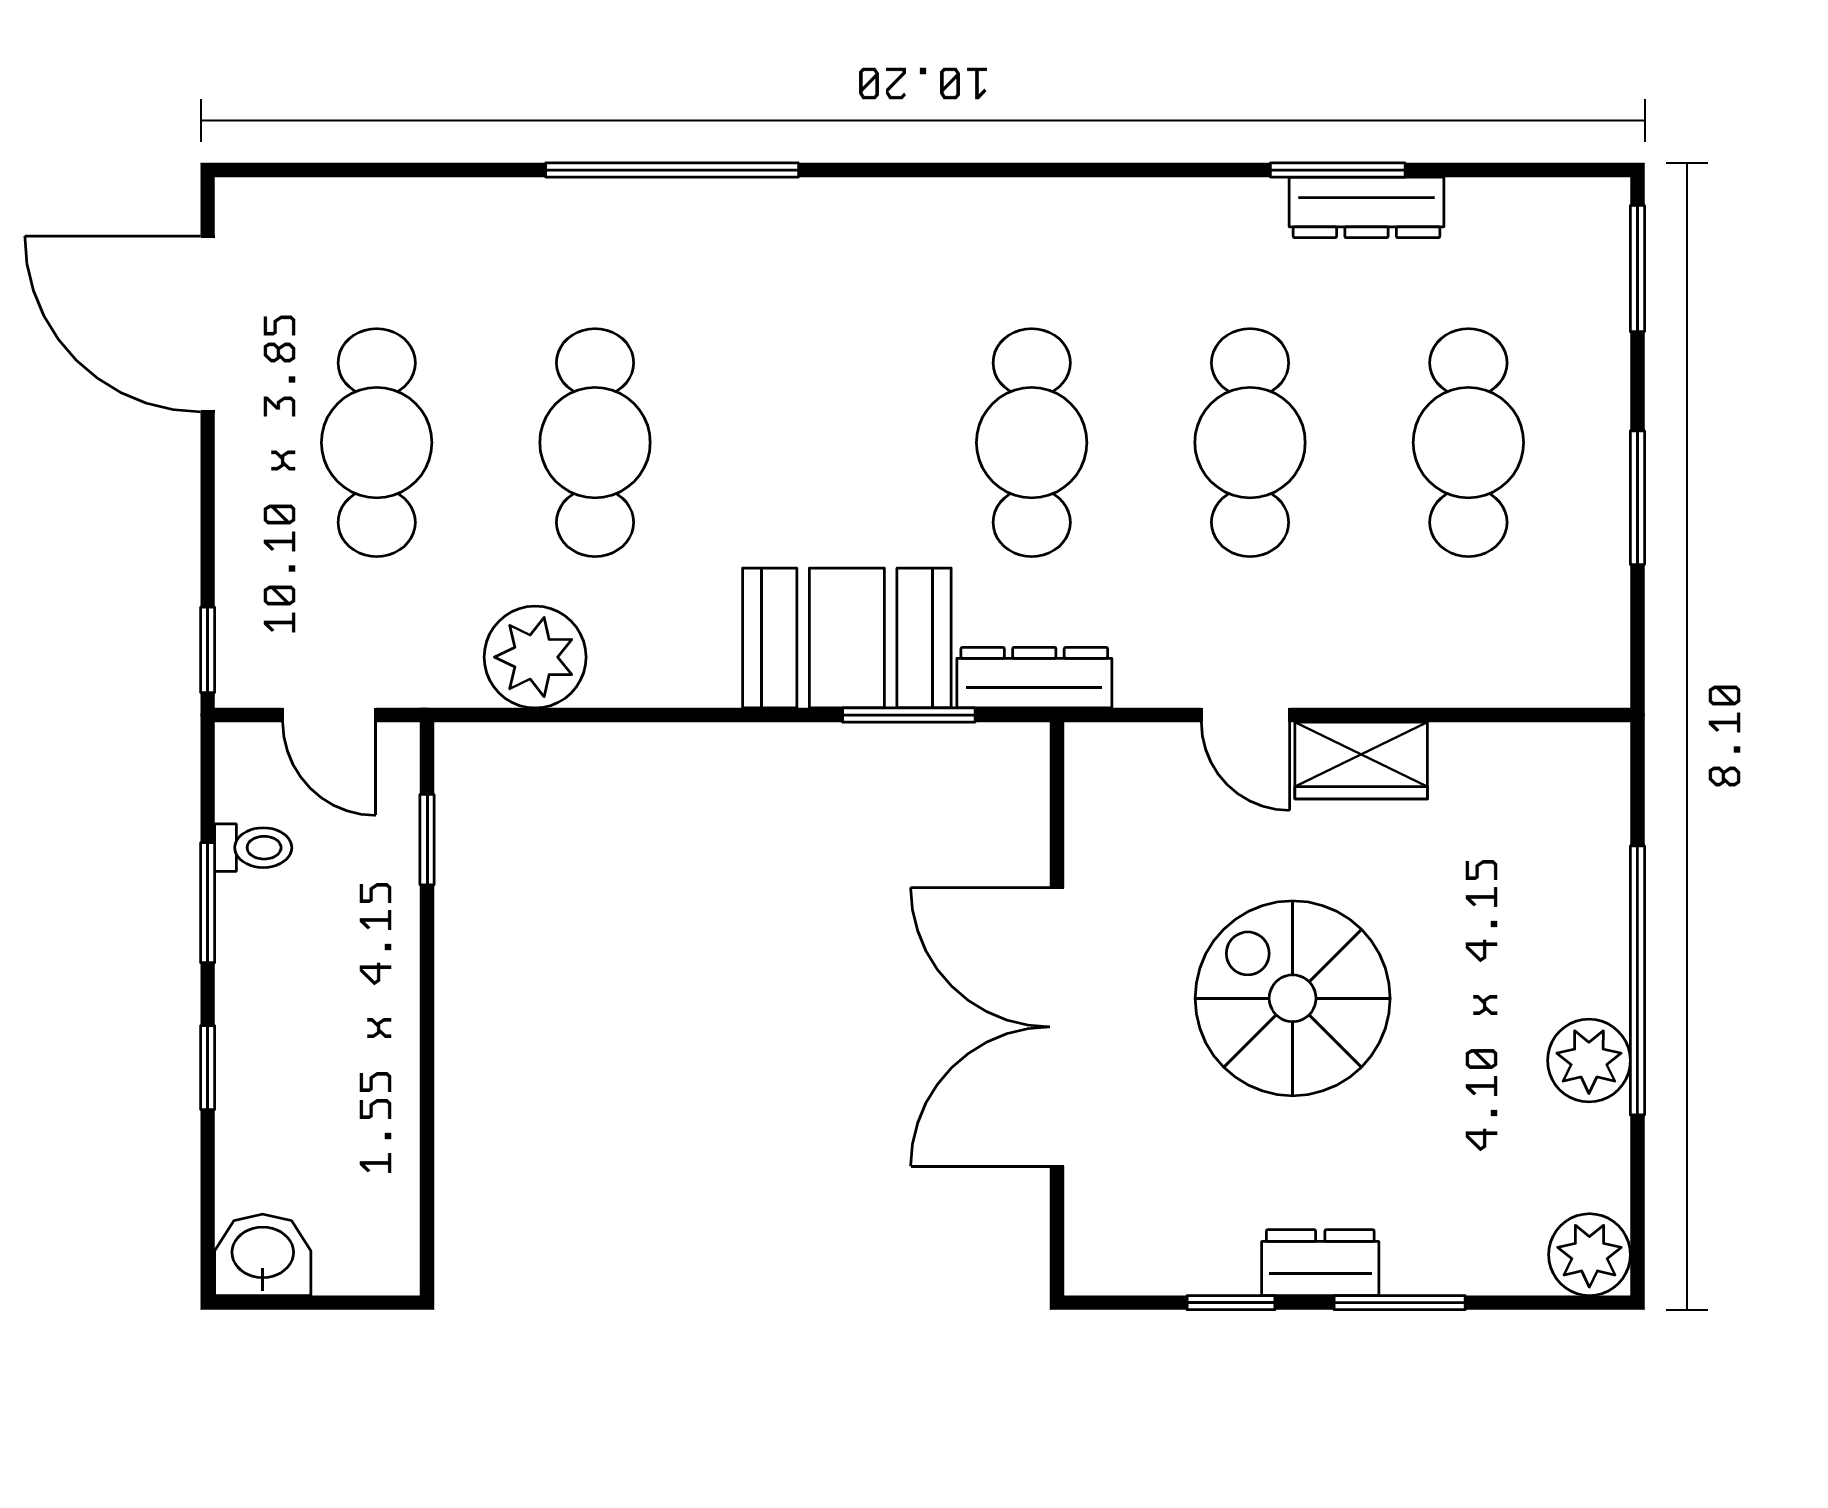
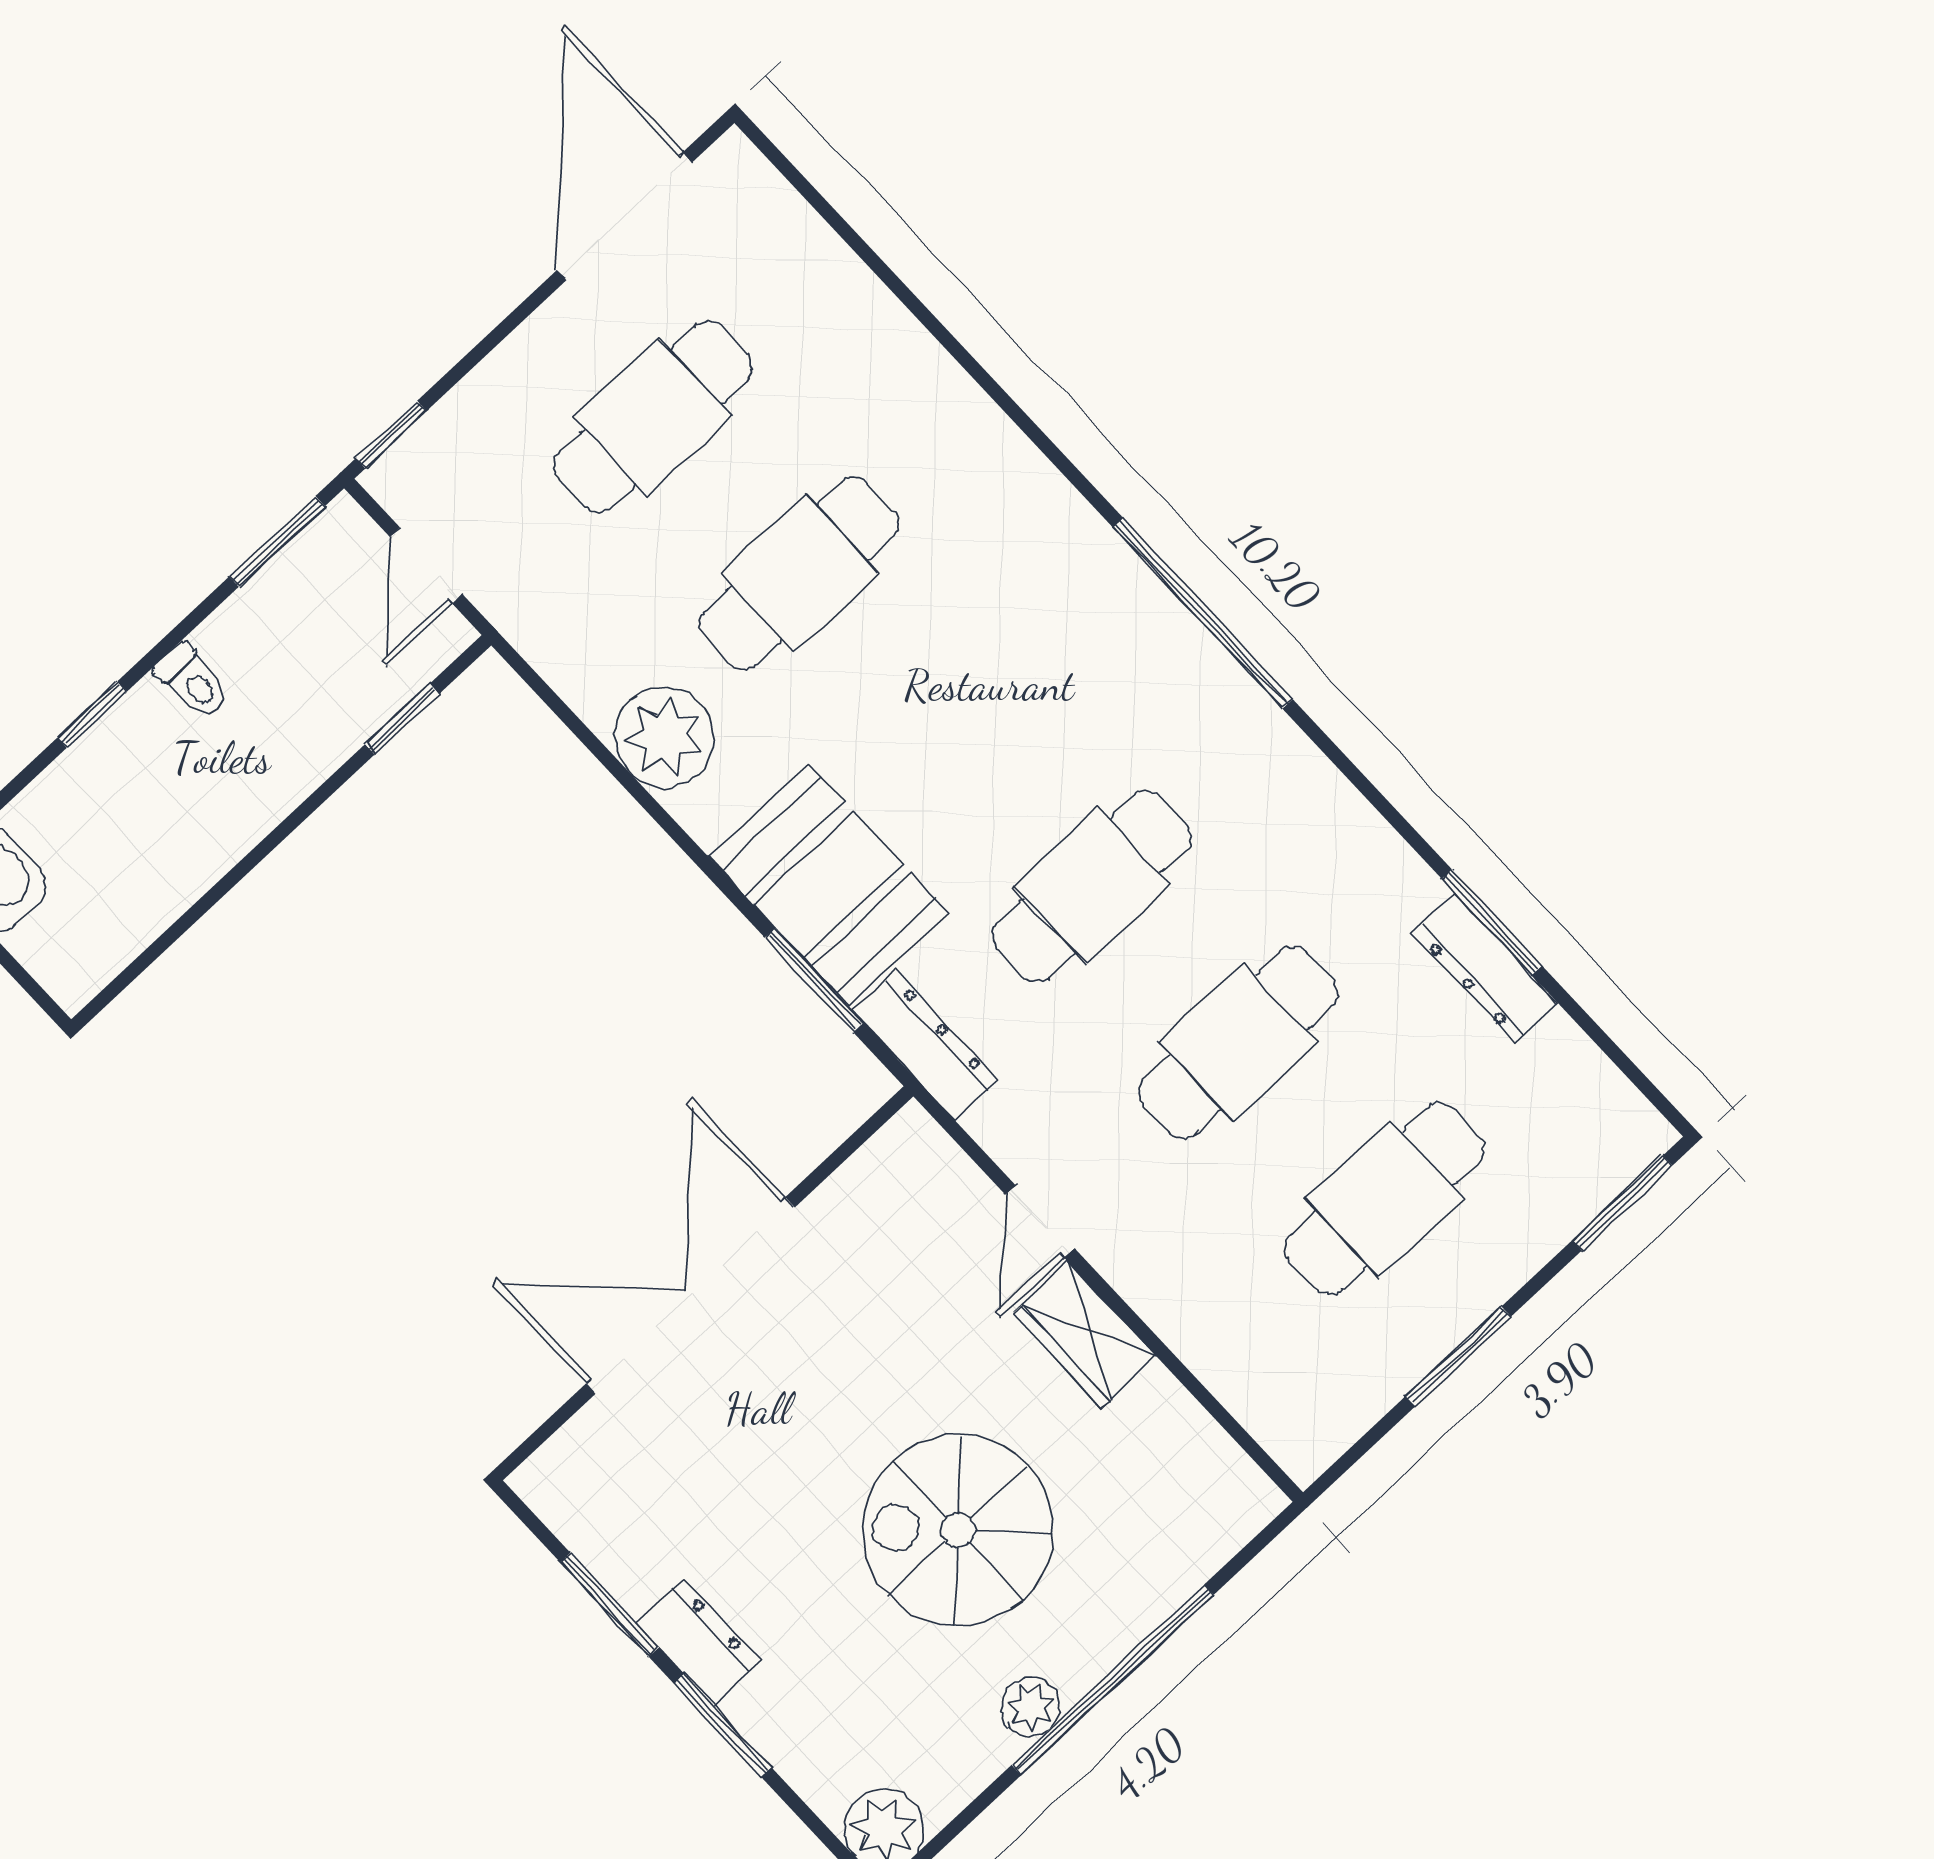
window: (672, 170) -> (1203, 613), moved
plant: (535, 657) -> (665, 737), moved
toilet: (253, 848) -> (193, 682), moved
window: (208, 903) -> (277, 541), moved
spiral stairs: (1293, 998) -> (958, 1530), moved, turned -90
plant: (1589, 1061) -> (1030, 1707), width x0.73, depth x0.73
window: (1231, 1303) -> (610, 1605), width x1.50

